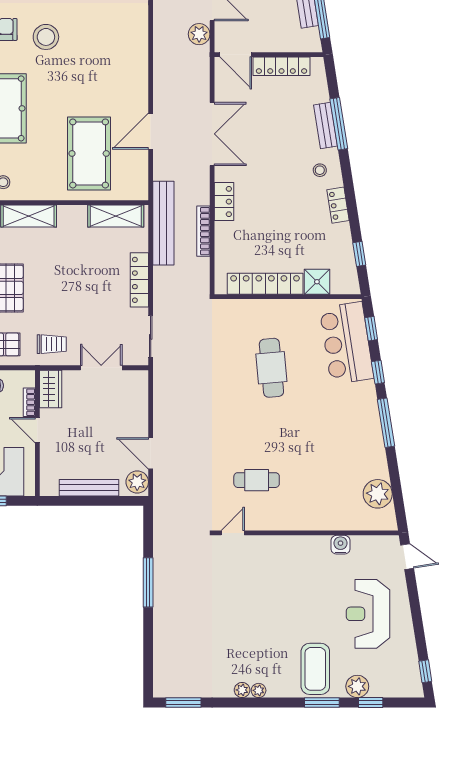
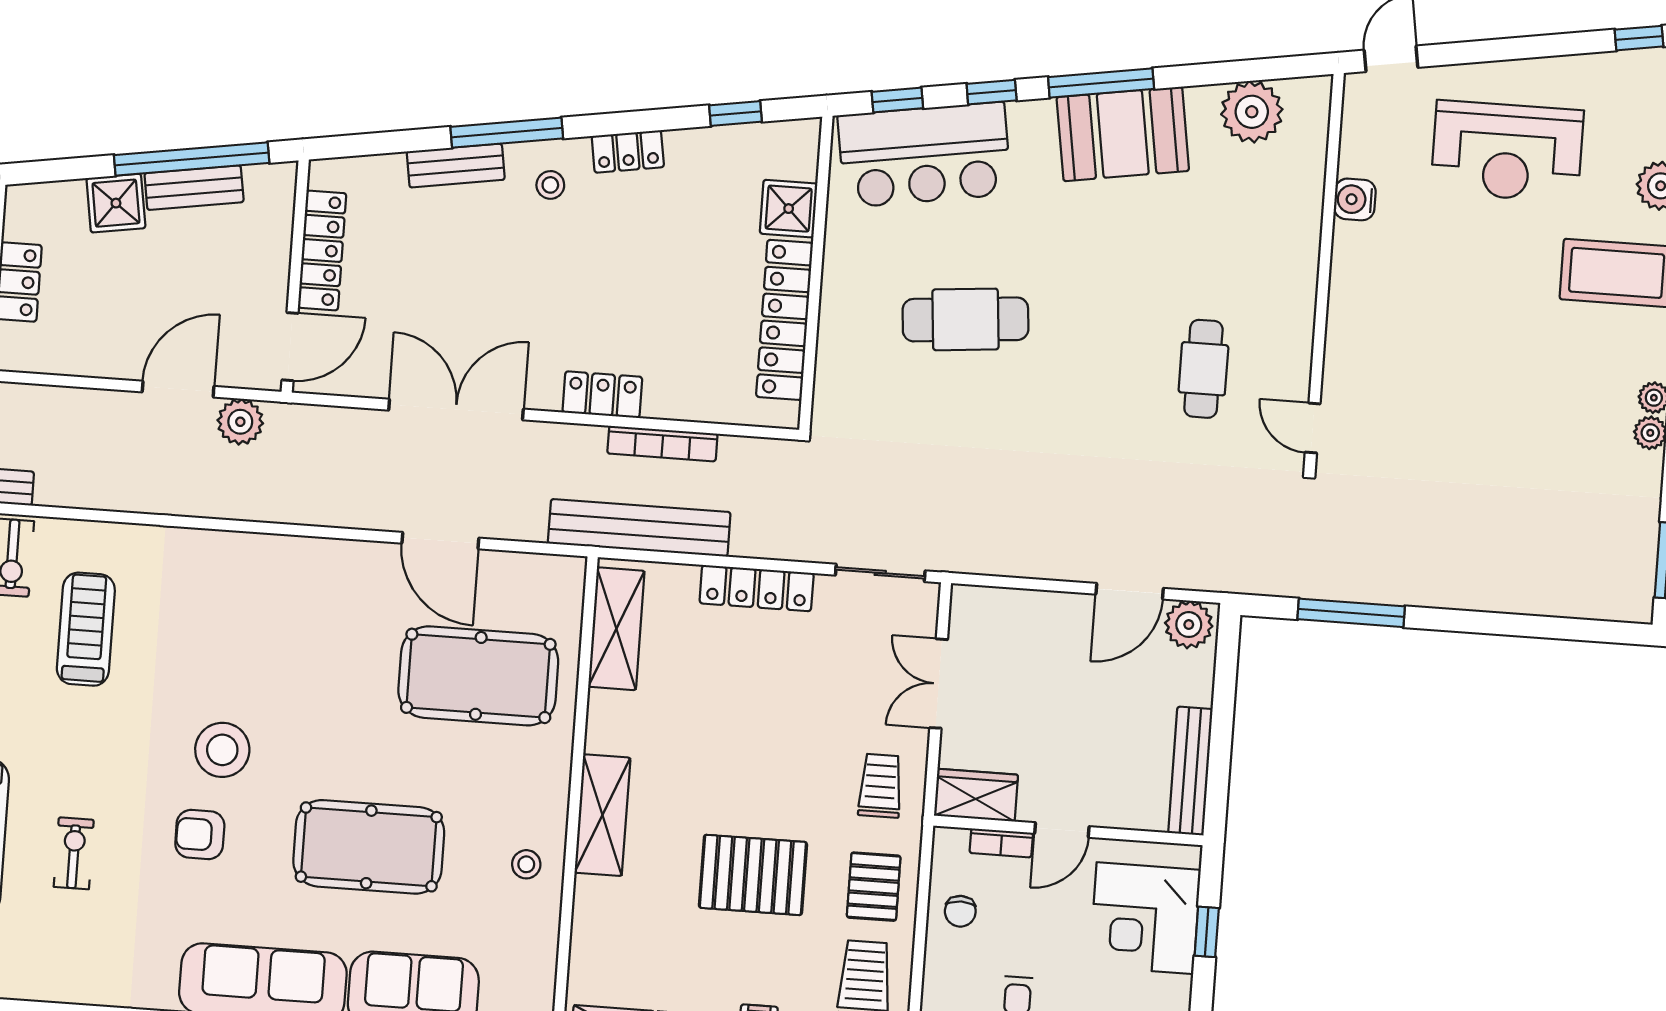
window: (339, 124) -> (507, 133), moved
booth: (363, 435) -> (1123, 134), added
bench: (89, 488) -> (1190, 771), moved
window: (148, 582) -> (1351, 613), moved

